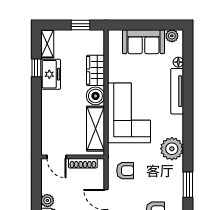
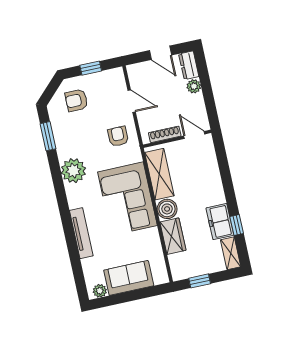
floor lamp: (178, 62) -> (87, 264), removed
armchair: (125, 171) -> (118, 136), turned 90

